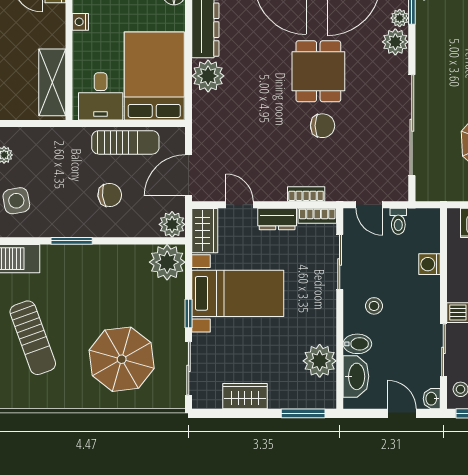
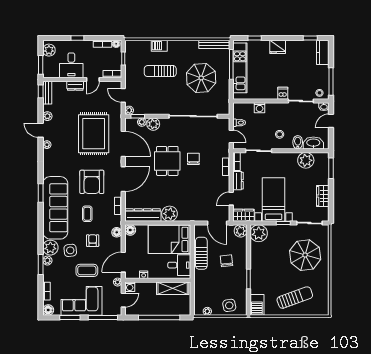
dining table: (318, 71) -> (167, 161), turned 90
door: (369, 205) -> (231, 137), hinge flipped

